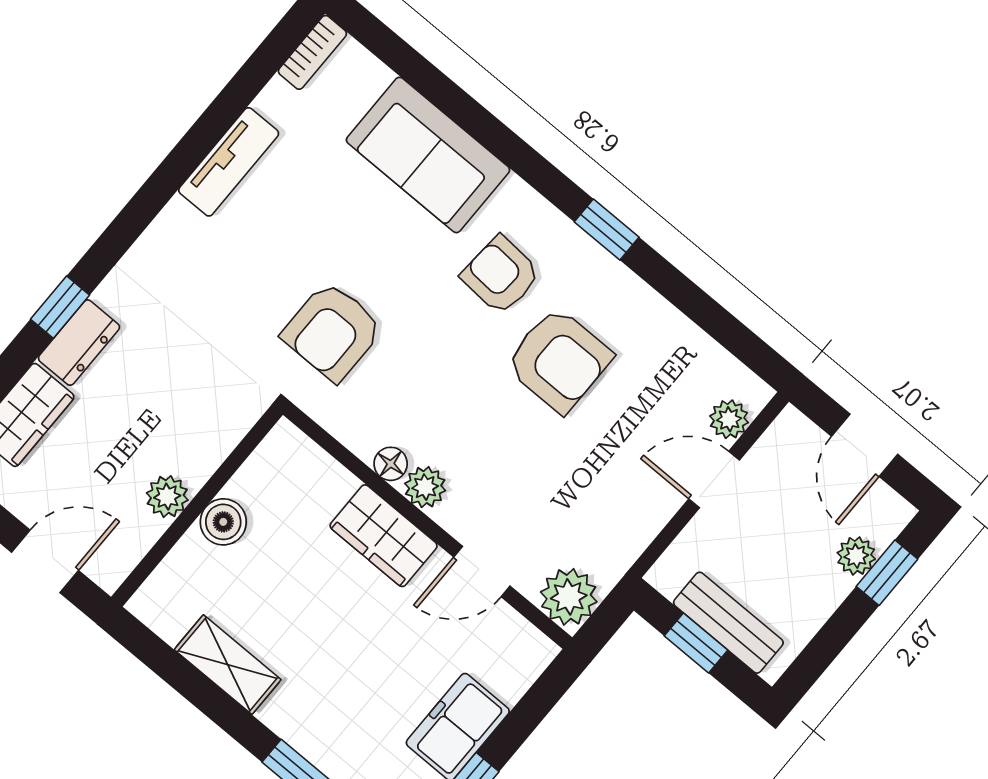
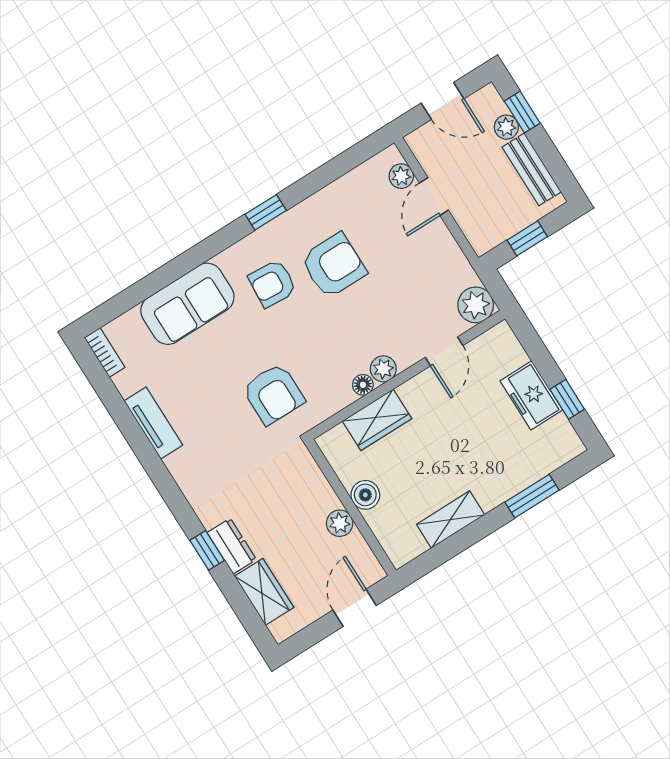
wardrobe: (384, 536) -> (377, 420), moved
bench: (728, 623) -> (532, 169), moved, turned 90

